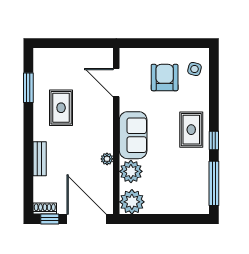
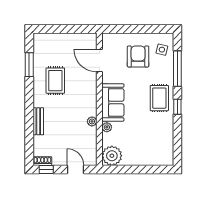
plant: (131, 171) -> (107, 127), width x0.53, depth x0.53
window: (214, 183) -> (177, 69), moved
door: (86, 219) -> (76, 169), width x0.53

